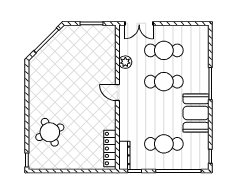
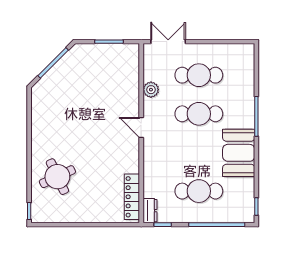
double door: (139, 23) -> (168, 42), swing flipped
dresser: (124, 155) -> (150, 211), width x0.70

